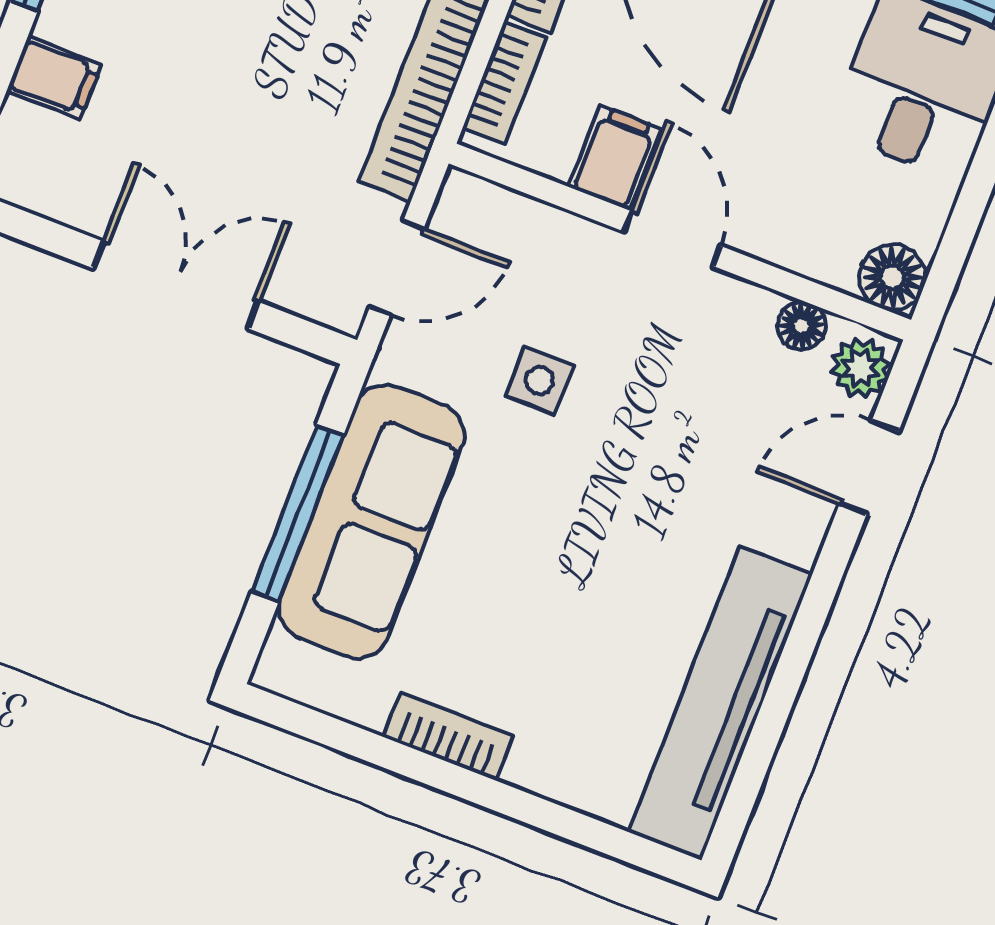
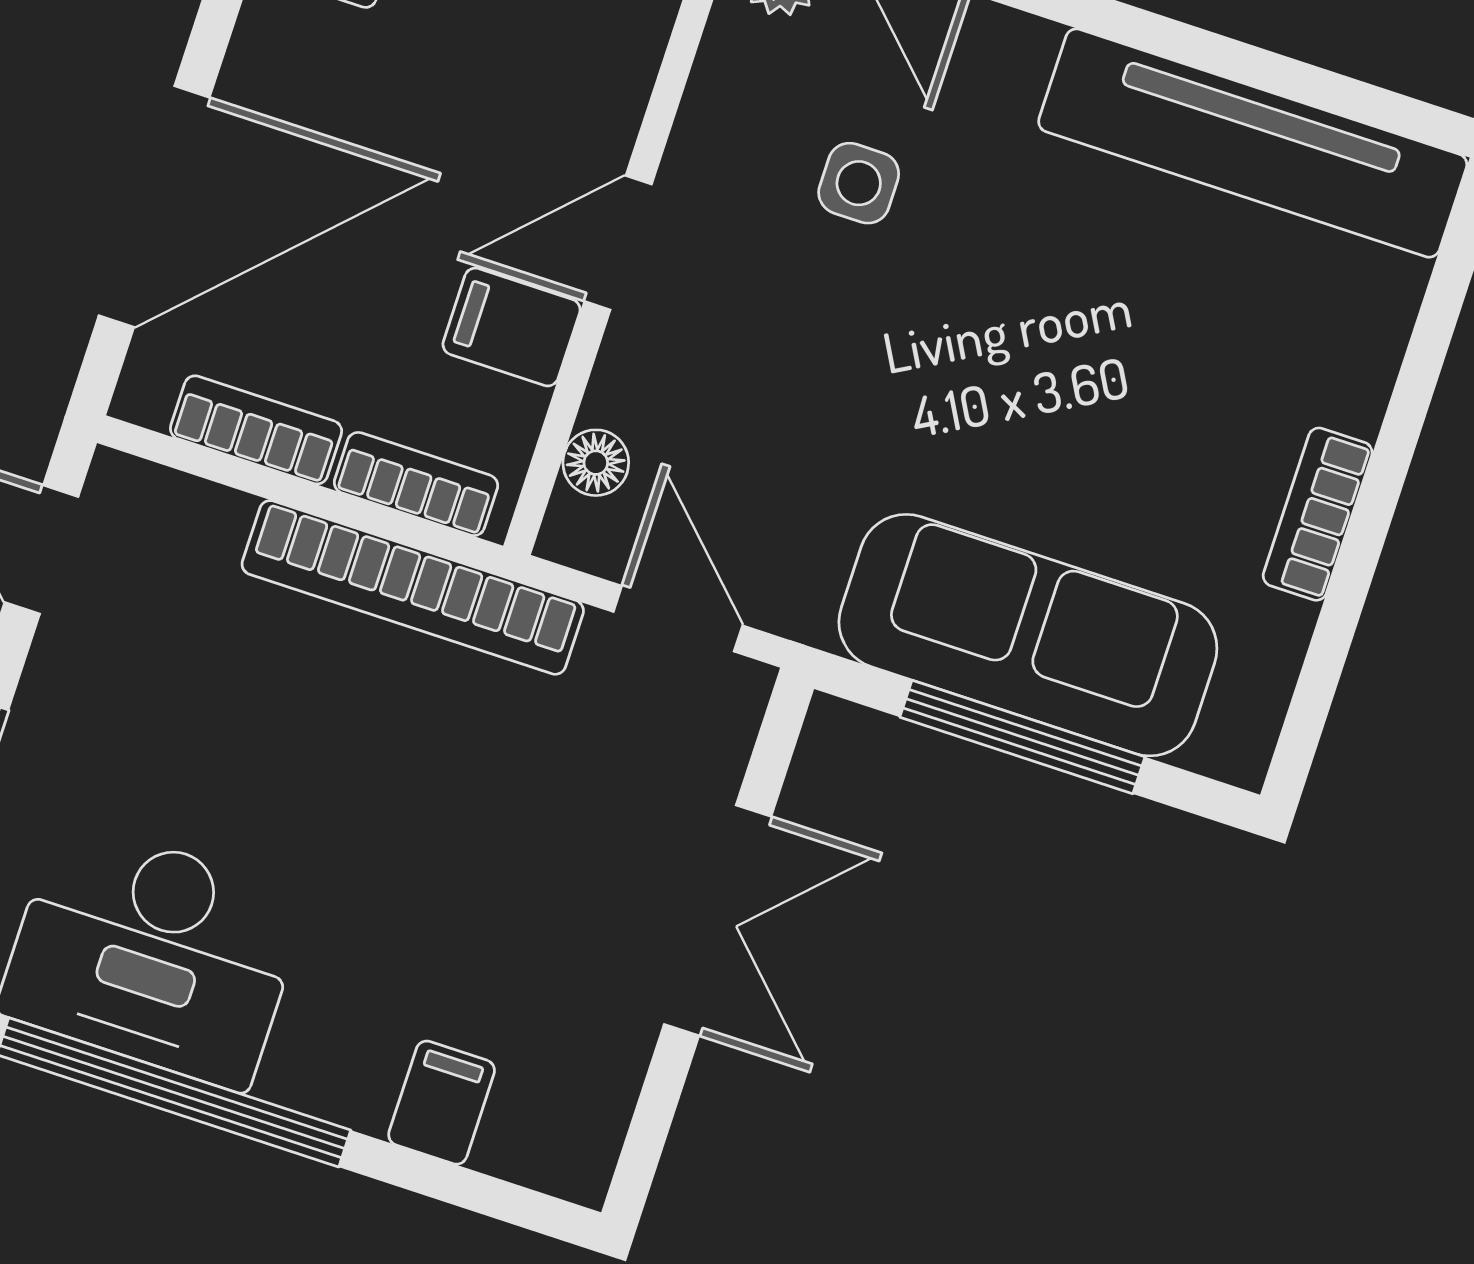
double door: (176, 285) -> (718, 920), swing flipped
floor lamp: (802, 326) -> (596, 463), moved
side table: (539, 381) -> (859, 183), moved

